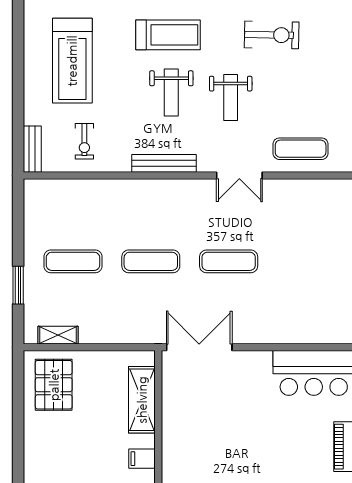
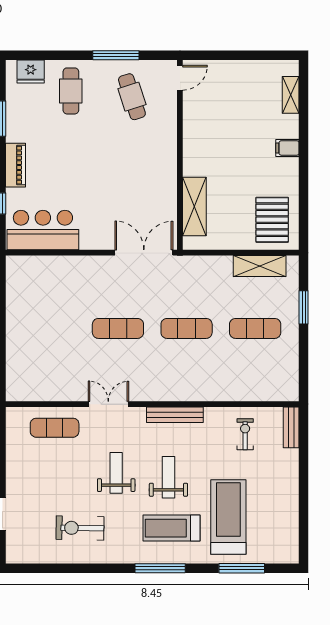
treadmill: (72, 61) -> (228, 517), moved
shelving: (58, 335) -> (260, 266), width x1.50, depth x1.33
double door: (199, 347) -> (144, 253), swing flipped
filing cabinet: (142, 459) -> (287, 148), moved, turned 180

